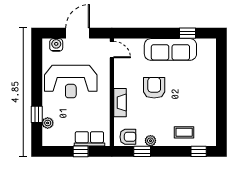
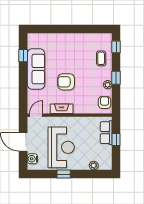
fireplace: (120, 103) -> (62, 109), moved
window: (37, 114) -> (64, 174), moved
window: (142, 151) -> (116, 78), moved

